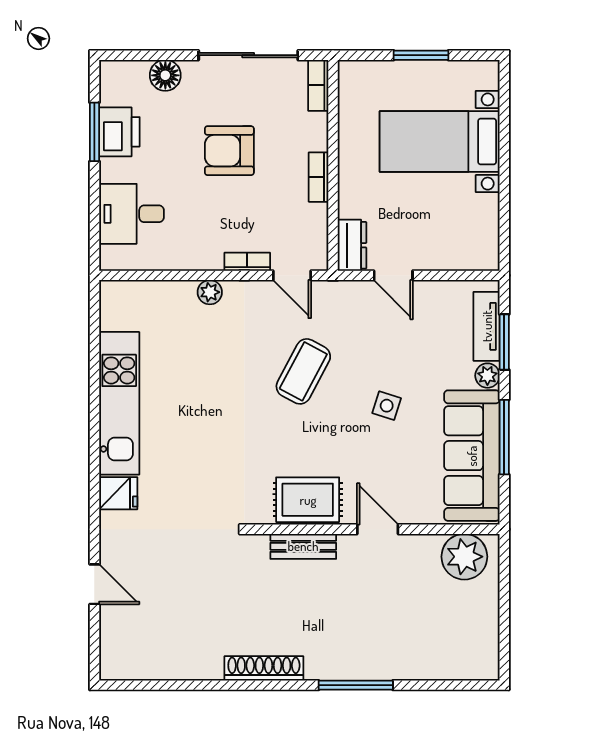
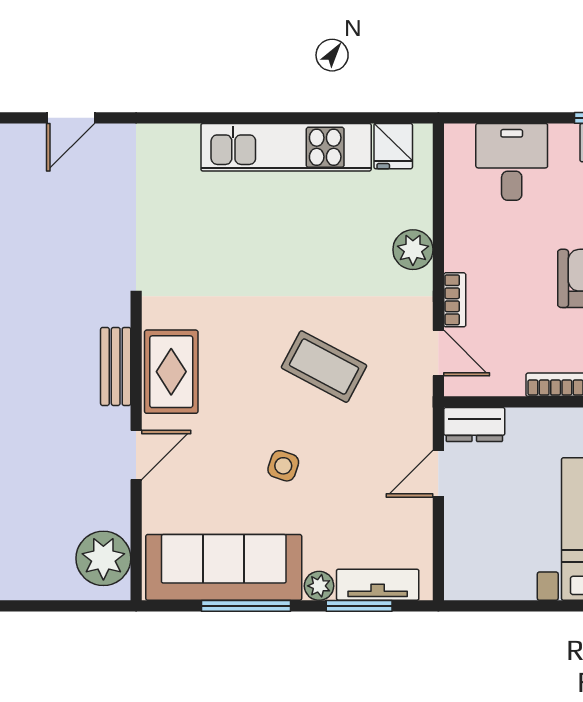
door: (292, 275) -> (438, 353), swing flipped
plant: (210, 292) -> (413, 250), width x1.38, depth x1.38
fridge: (118, 493) -> (393, 146), moved

